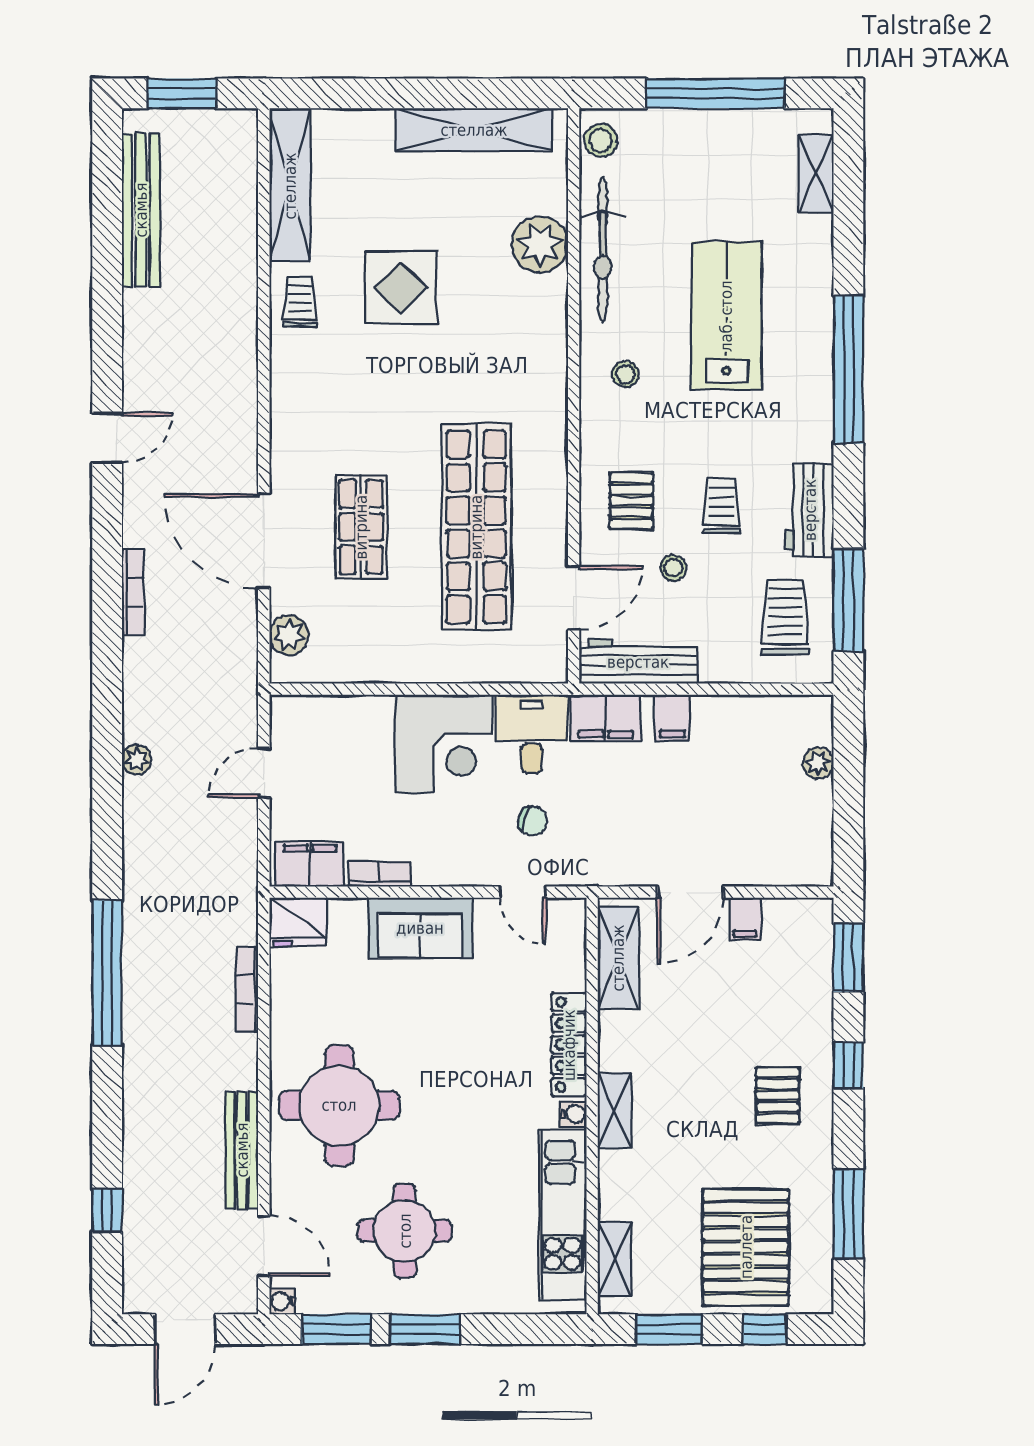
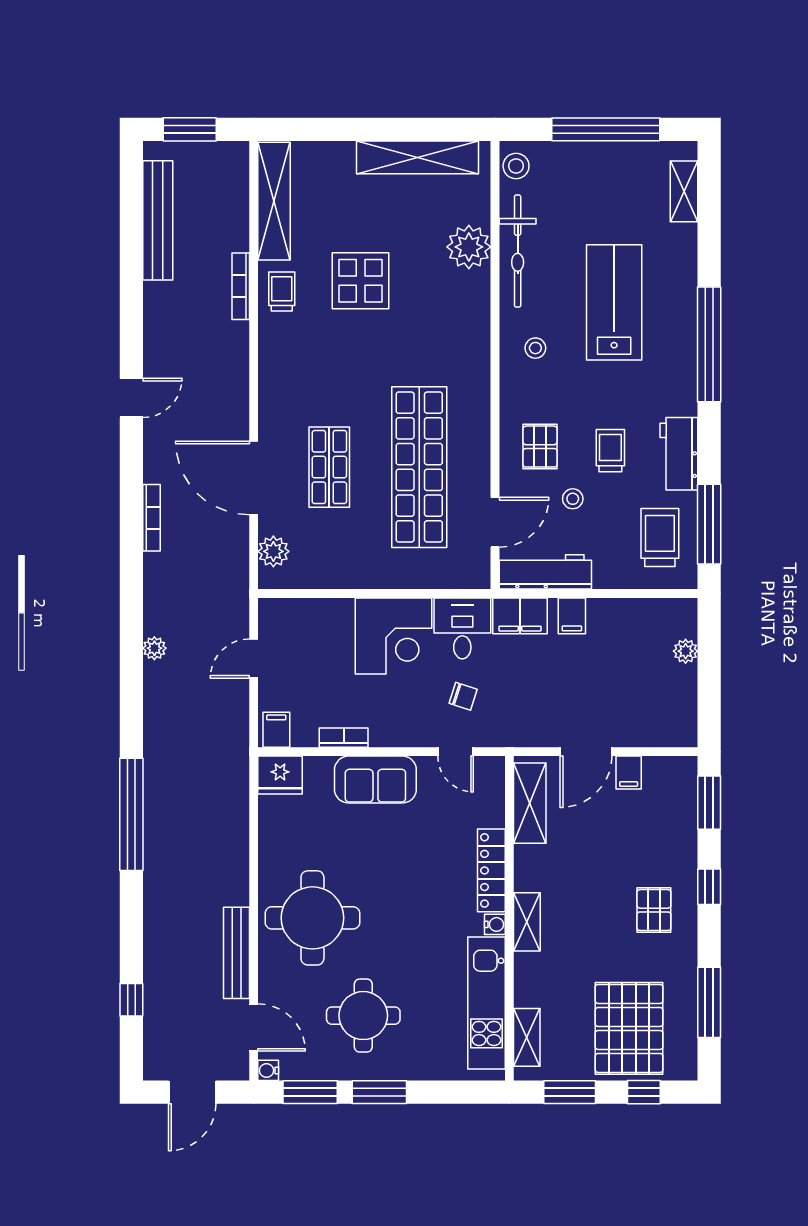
filing cabinet: (310, 864) -> (276, 730), width x0.50
bookcase: (247, 989) -> (241, 286), moved

